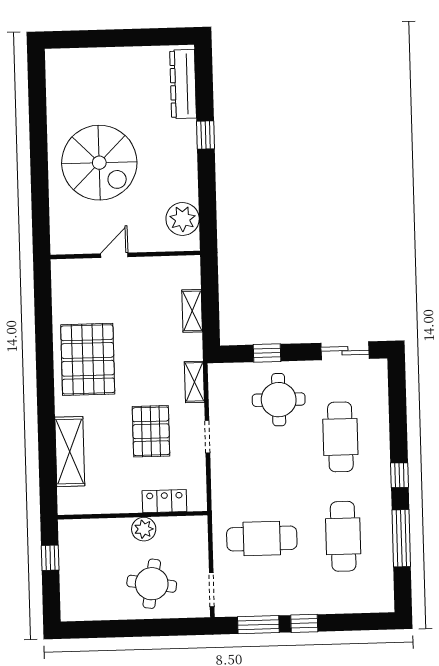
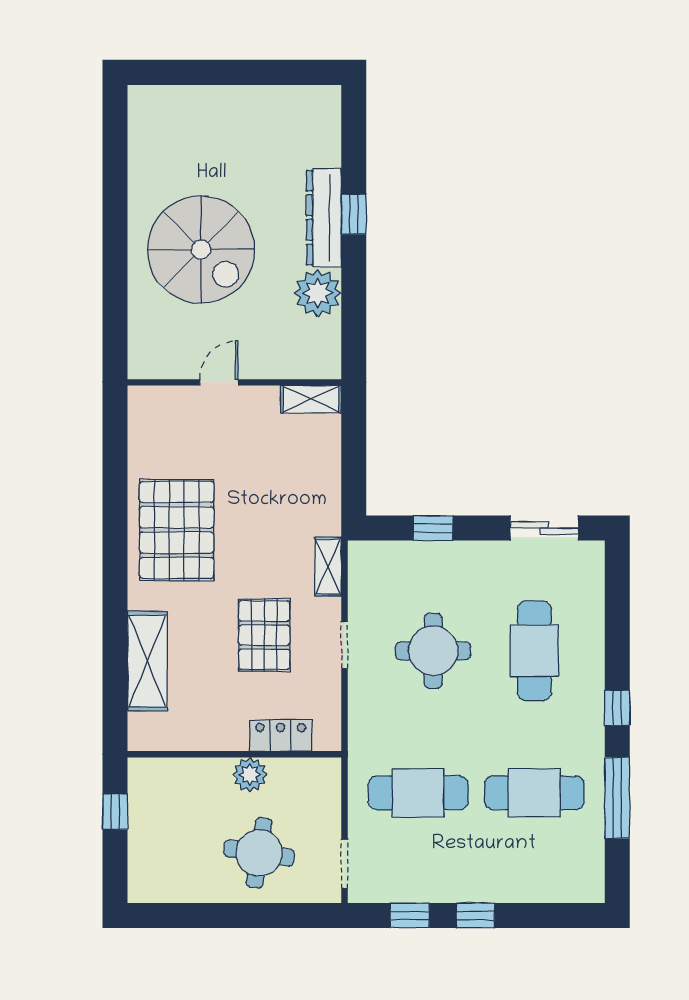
dresser: (183, 84) -> (324, 218), moved
plant: (183, 219) -> (318, 293), moved
shelving: (192, 311) -> (311, 399), moved, turned 90
round table: (279, 400) -> (433, 651), moved
cafe table: (343, 536) -> (534, 793), turned 90
window: (258, 625) -> (410, 916), width x0.67

